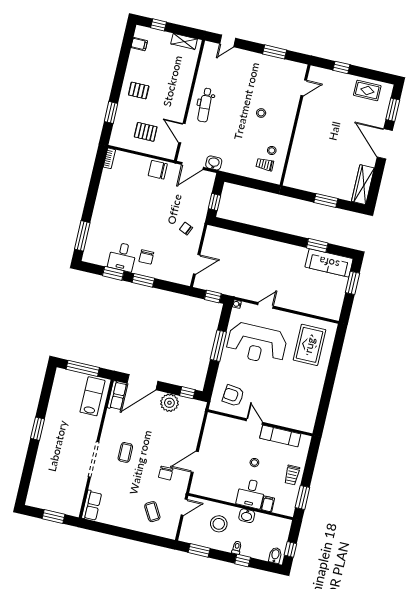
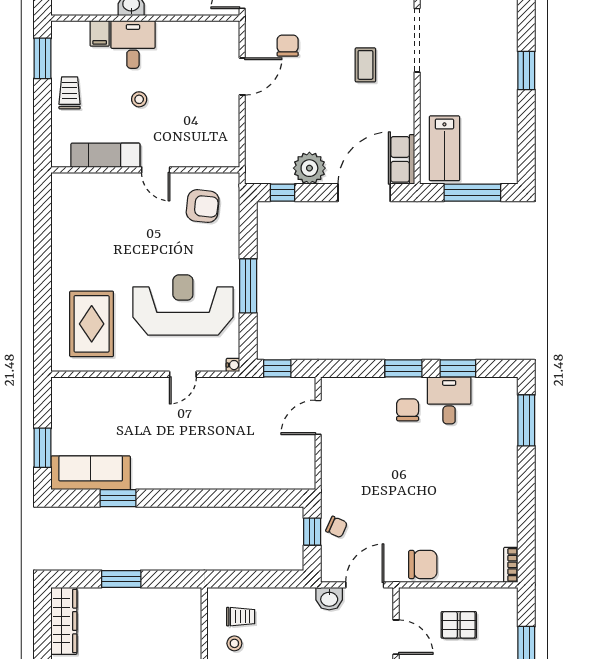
chair: (186, 229) -> (337, 527), moved

